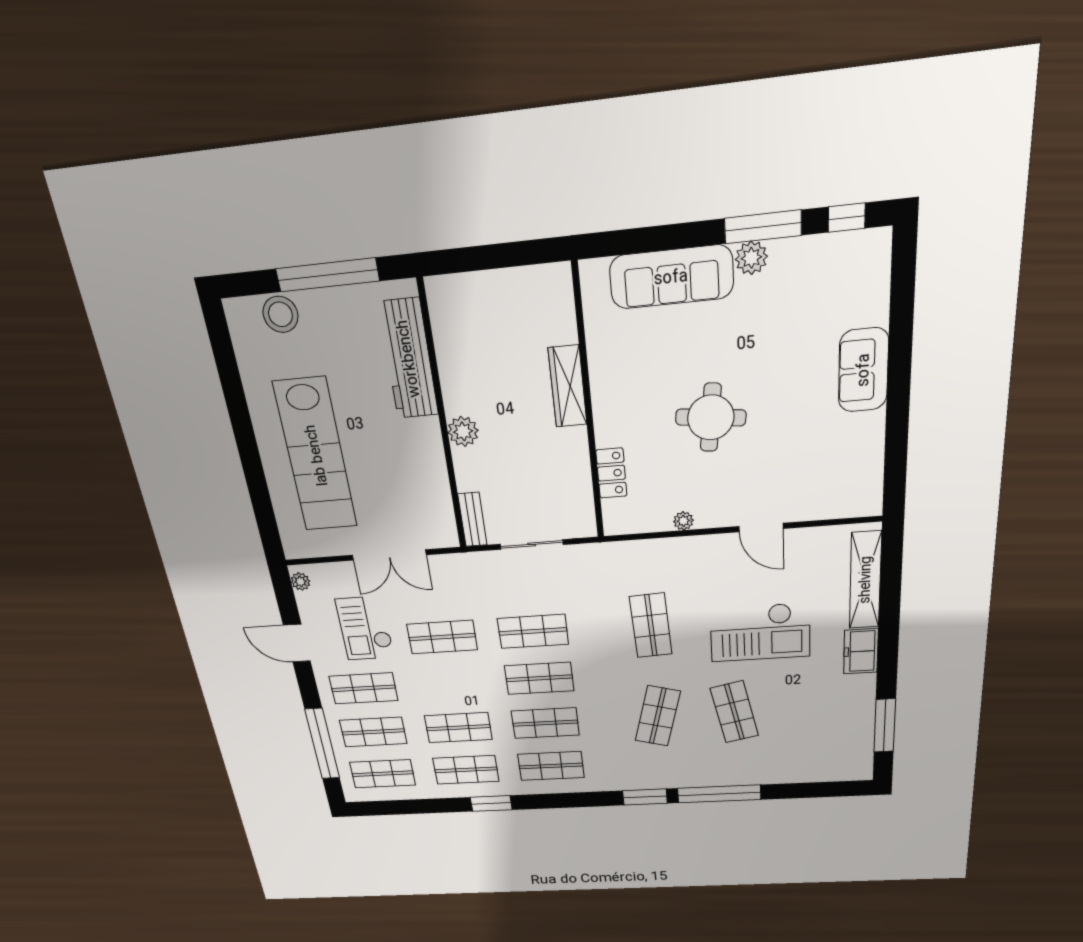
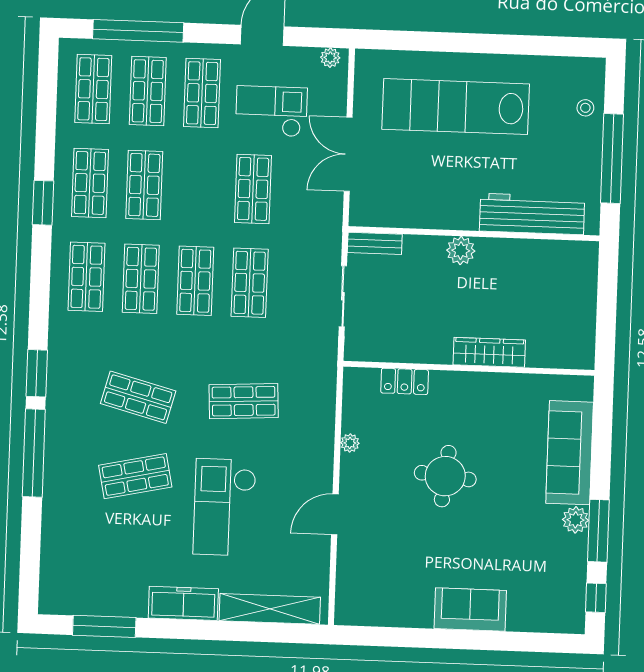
stool: (280, 314) -> (585, 108), width x0.53, depth x0.53
freezer: (861, 651) -> (183, 603), width x1.40

